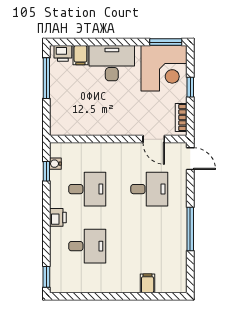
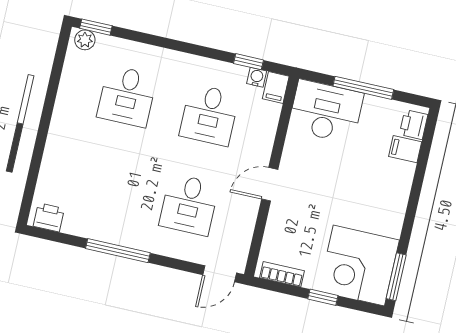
desk: (112, 63) -> (326, 111), moved, turned -90
window: (46, 78) -> (363, 88), moved
door: (154, 139) -> (270, 184), moved
printer: (58, 217) -> (49, 217), moved, turned 180
plant: (56, 282) -> (85, 40), added
filing cabinet: (148, 283) -> (276, 87), moved, turned 90

